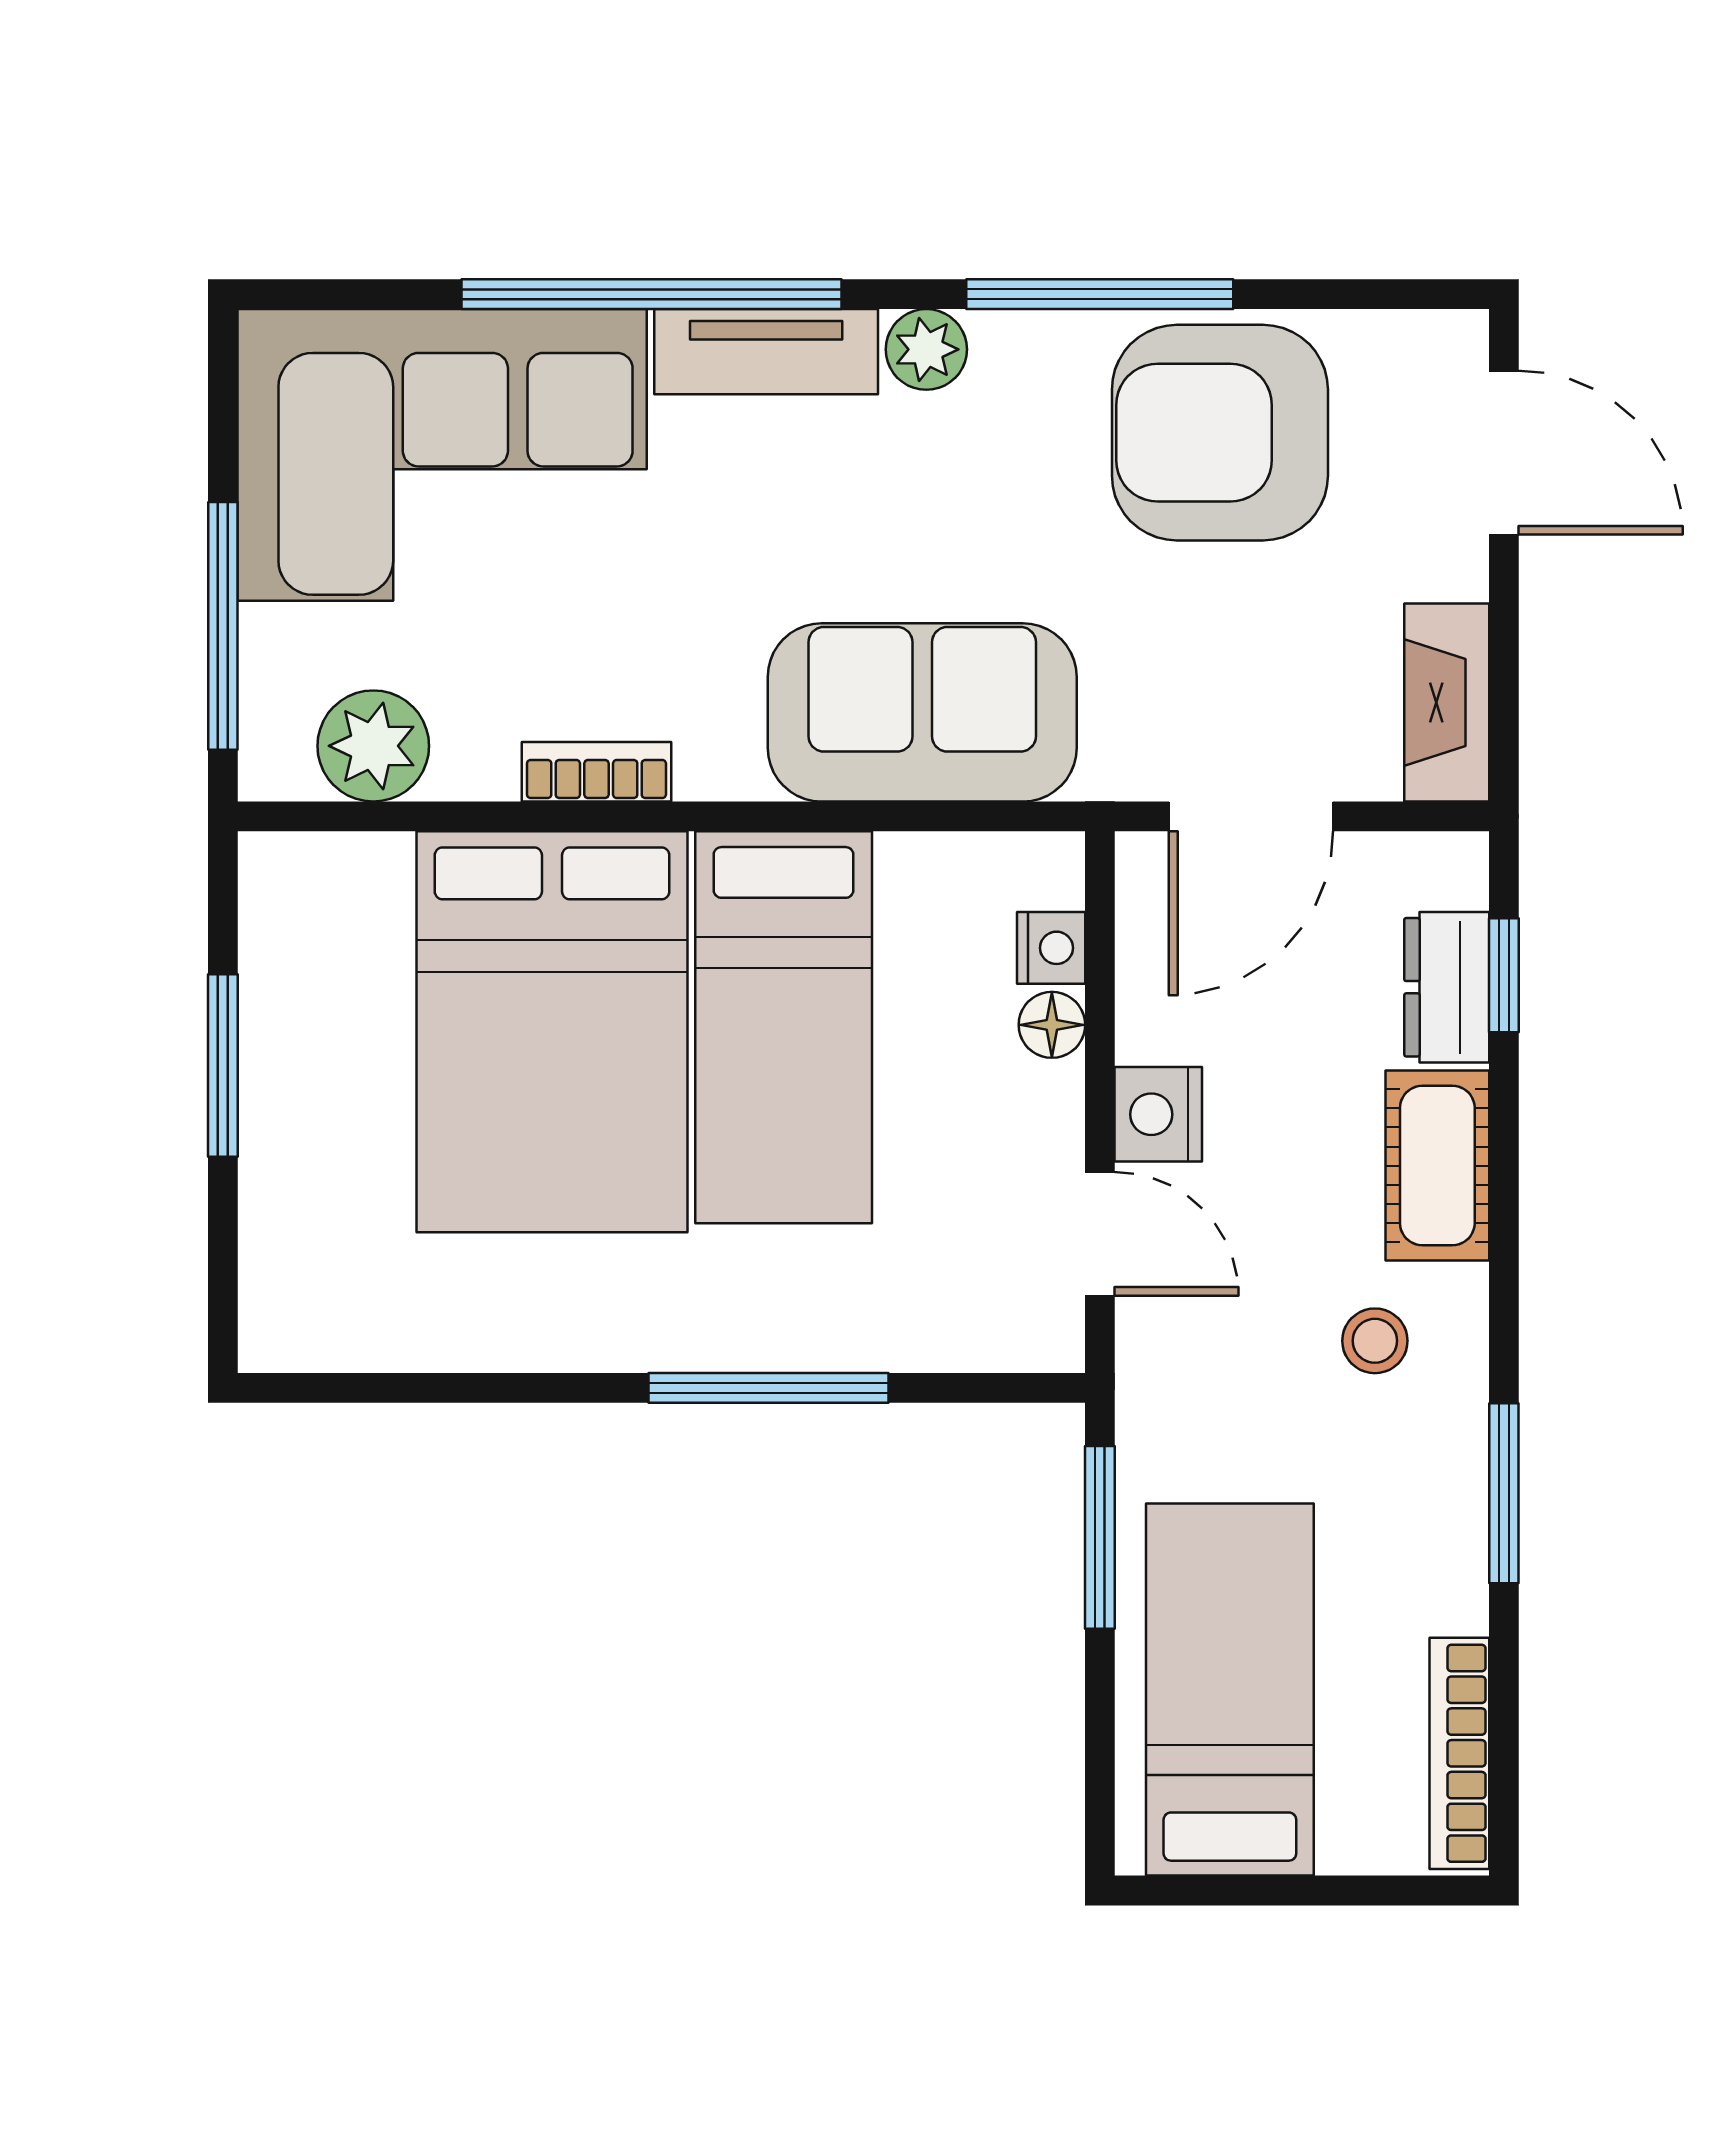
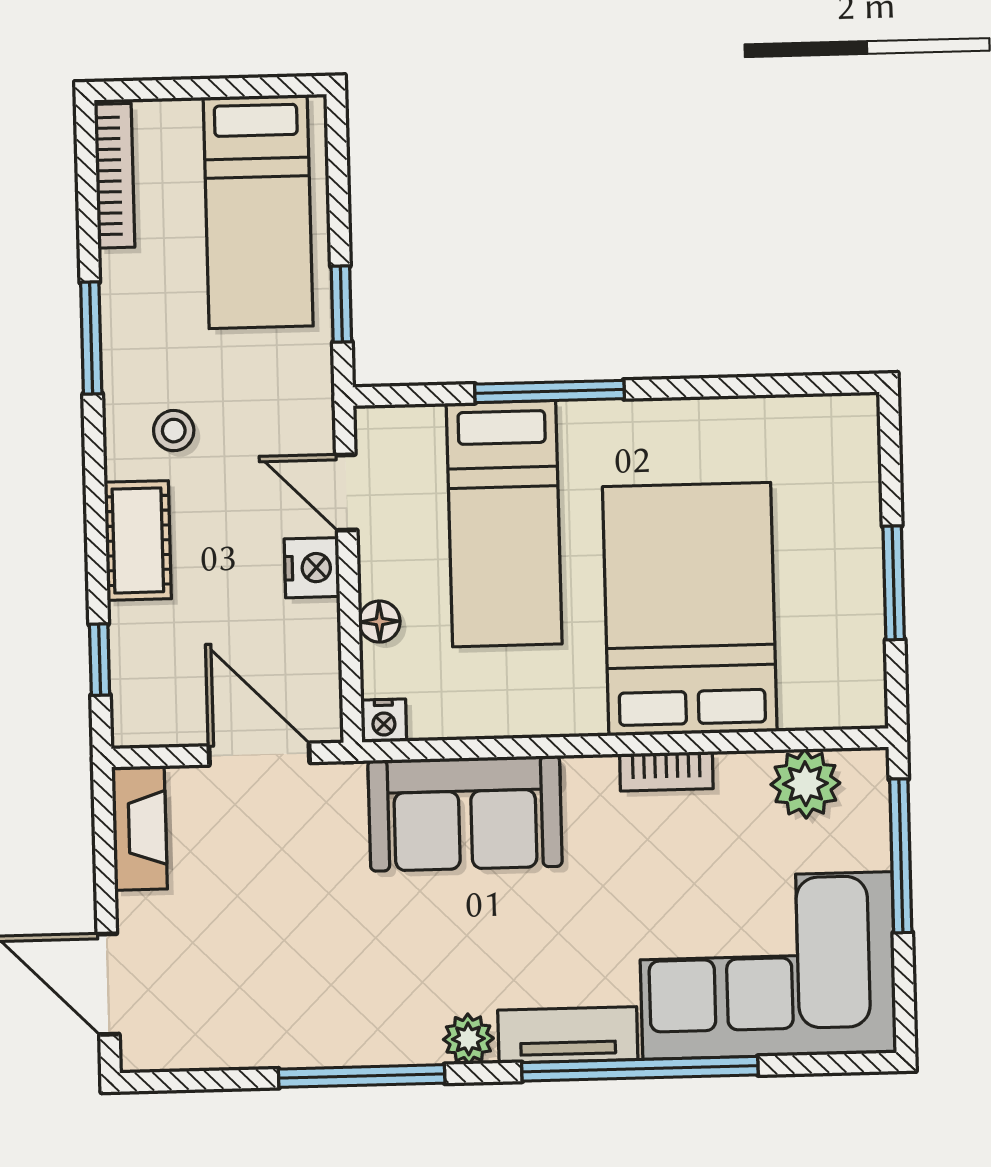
armchair: (1220, 433) -> (285, 992), removed
door: (1251, 816) -> (259, 754), hinge flipped
nightstand: (1051, 948) -> (384, 721), moved, turned -90
dresser: (1447, 987) -> (135, 651), removed
bed: (784, 1027) -> (504, 524), moved, turned 180
window: (1100, 1537) -> (341, 304), width x0.67

